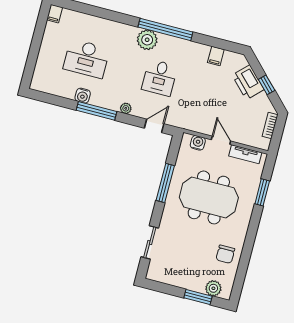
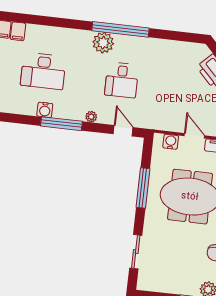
filing cabinet: (216, 56) -> (18, 31), moved
door: (154, 126) -> (123, 131), hinge flipped

